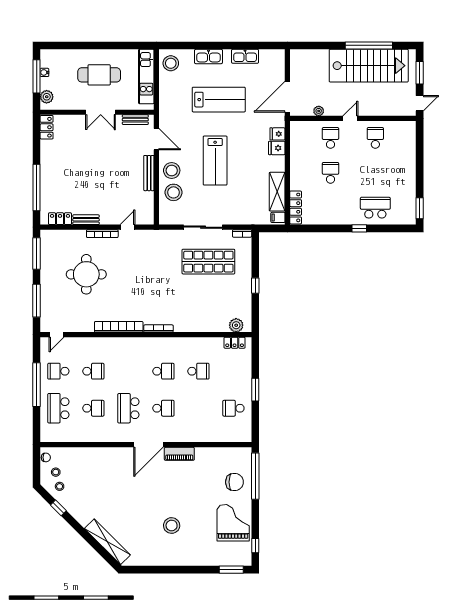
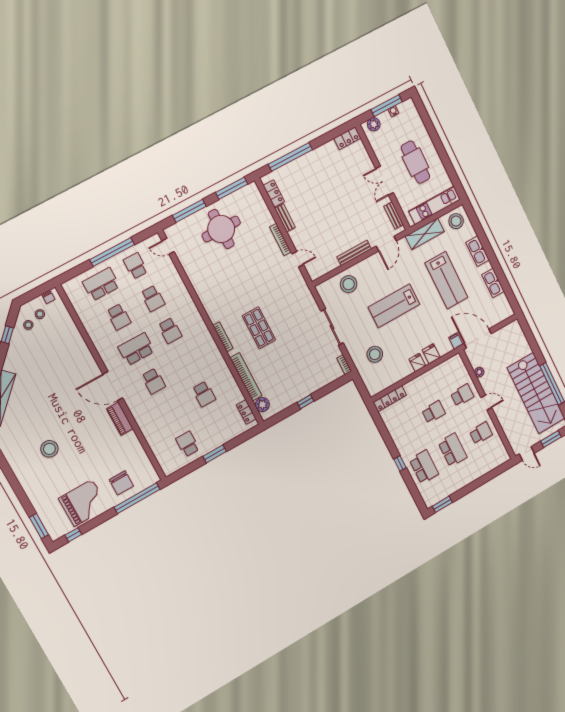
fridge: (277, 134) -> (417, 362), moved
stool: (172, 170) -> (375, 354), moved
school desk: (375, 173) -> (453, 450), added
shelving: (277, 192) -> (425, 234), moved
filing cabinet: (278, 217) -> (456, 341), moved
shop shelf: (208, 262) -> (259, 328), moved, width x0.70, depth x0.74
round table: (86, 274) -> (221, 229), moved
bookcase: (119, 327) -> (246, 377), moved
school desk: (163, 371) -> (170, 331), moved

